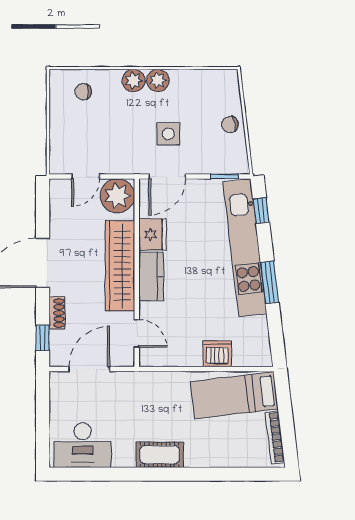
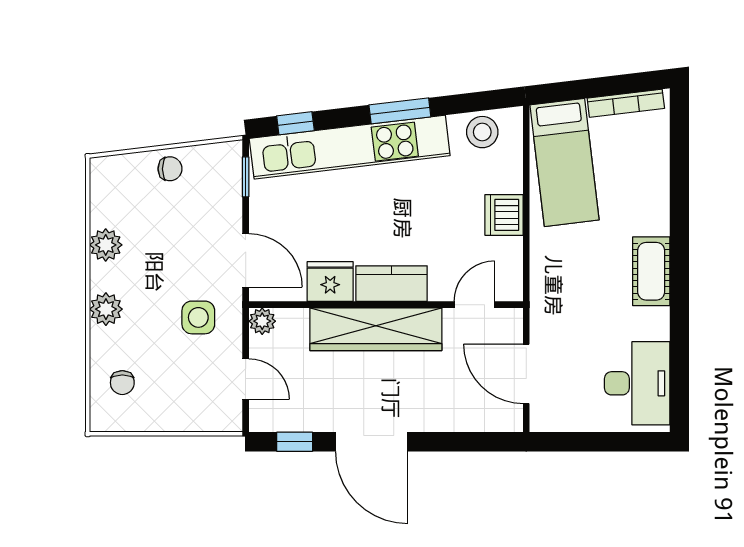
plant: (158, 80) -> (106, 245), moved
chair: (230, 125) -> (170, 169), turned -80
side table: (168, 134) -> (198, 317), moved
plant: (117, 196) -> (262, 321), width x0.53, depth x0.53
shoe rack: (57, 313) -> (445, 421), removed
window: (43, 338) -> (295, 442), moved
stool: (255, 339) -> (482, 132), added
dishwasher: (217, 354) -> (504, 215), moved

